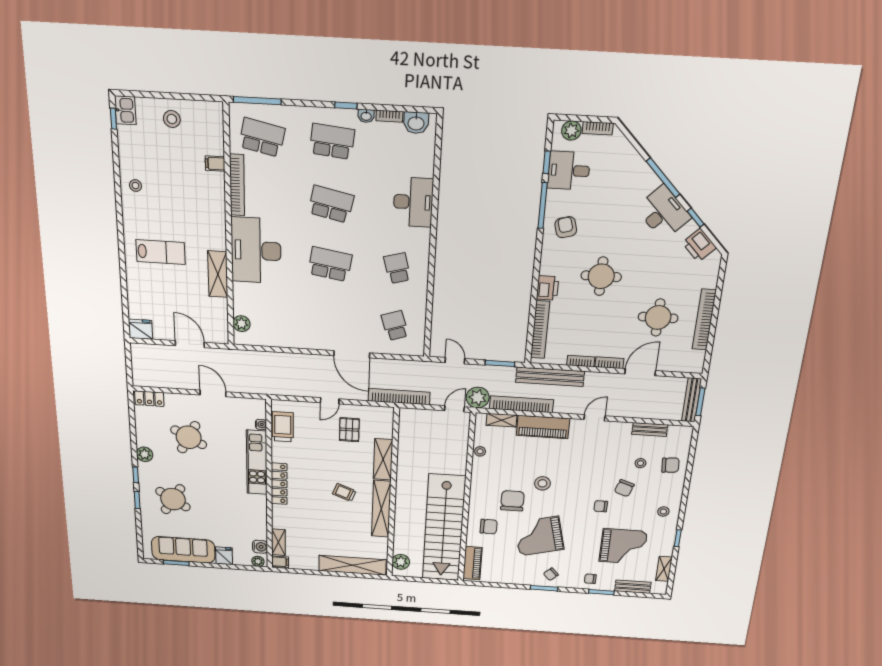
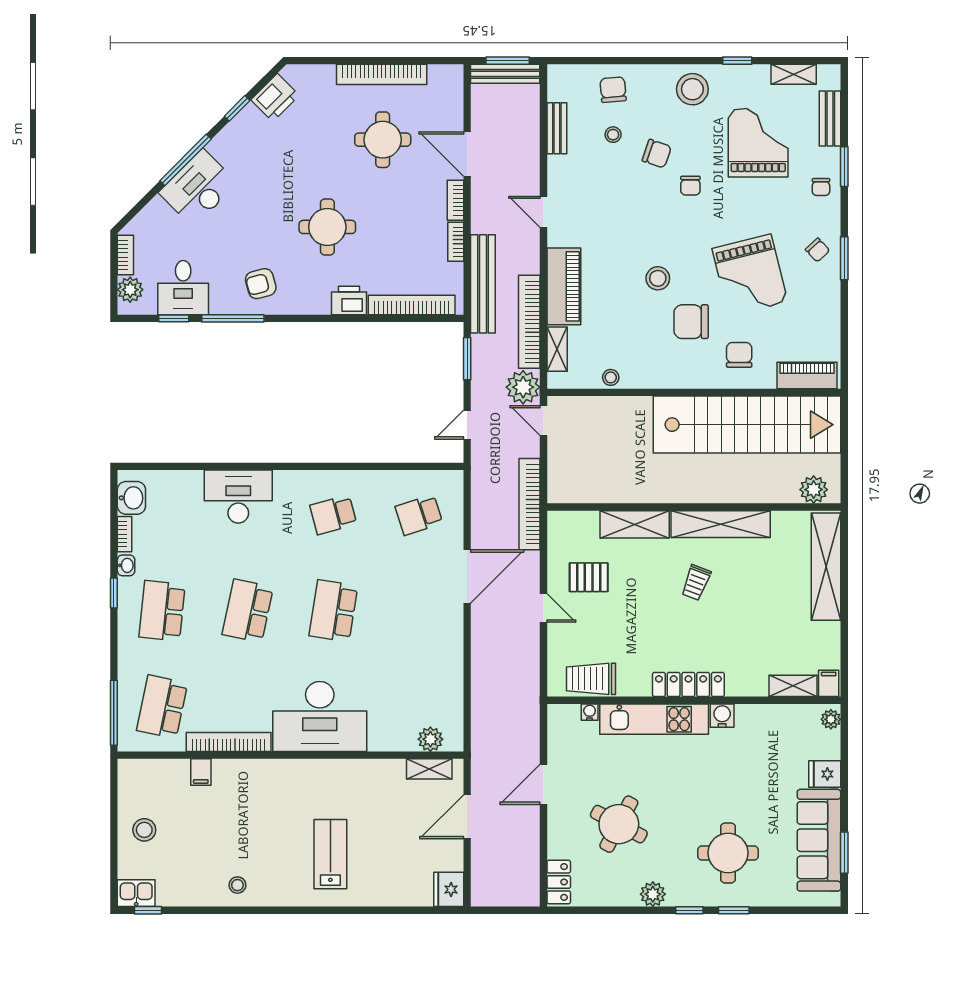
desk: (663, 213) -> (198, 188), moved
shelving: (218, 274) -> (429, 769), moved, width x0.67, depth x0.75
round table: (173, 499) -> (728, 853), turned -32
stool: (663, 512) -> (692, 89), width x1.89, depth x1.89
water cooler: (260, 547) -> (722, 716), moved

